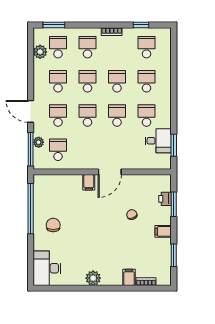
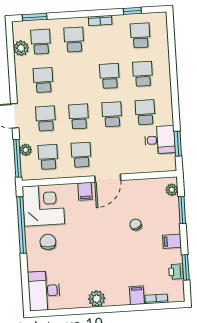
school desk: (87, 81) -> (81, 155), moved
plant: (166, 186) -> (172, 190), added
corner desk: (51, 192) -> (43, 205), added
printer: (165, 199) -> (176, 272), moved

